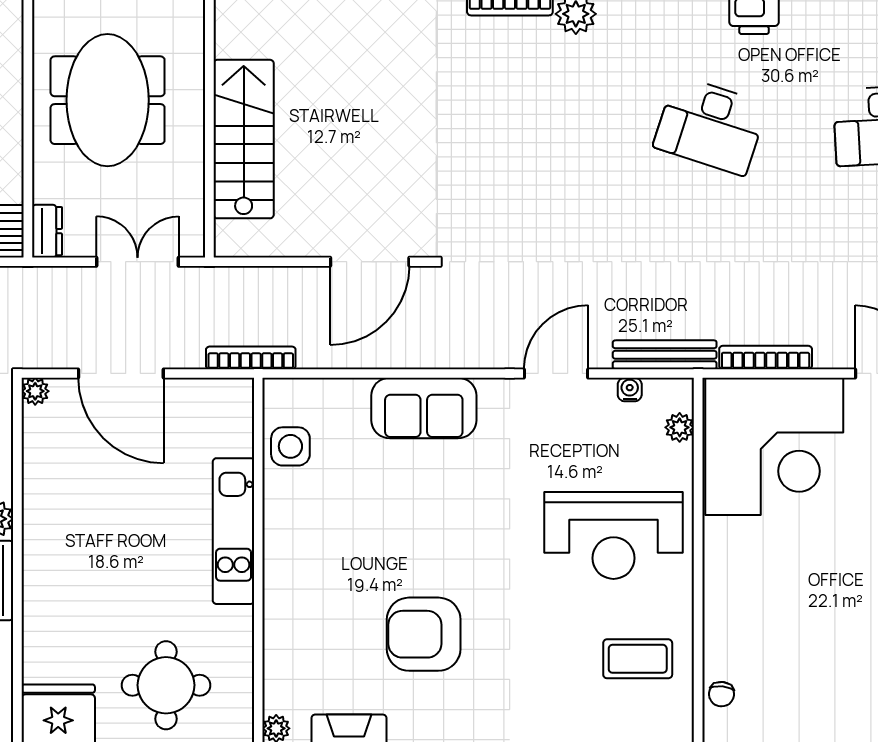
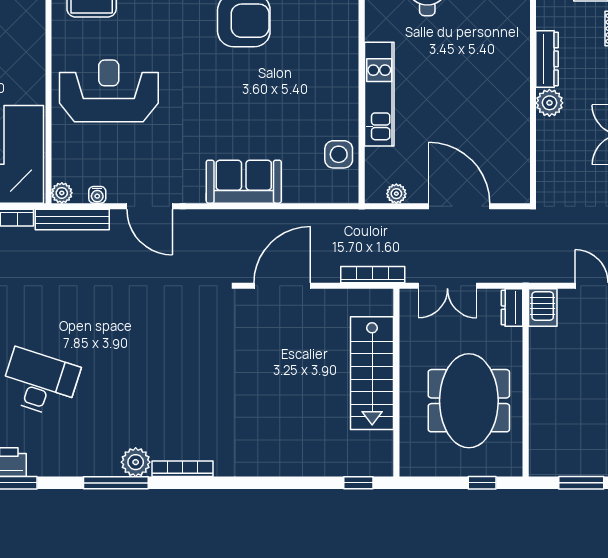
bookcase: (251, 358) -> (373, 275), moved, turned 180
door: (556, 373) -> (150, 206), hinge flipped
plant: (35, 391) -> (396, 194), moved
plant: (680, 427) -> (62, 193), moved

